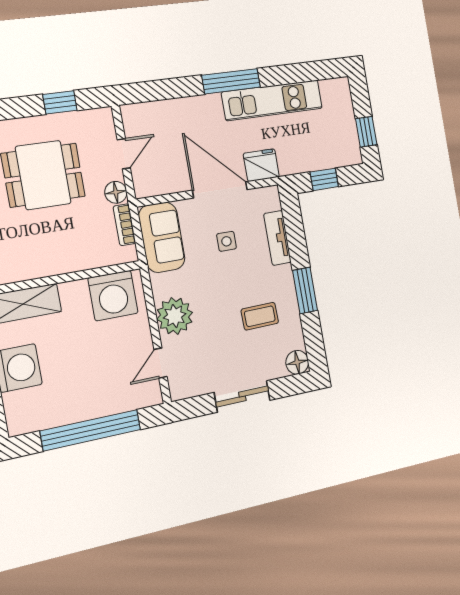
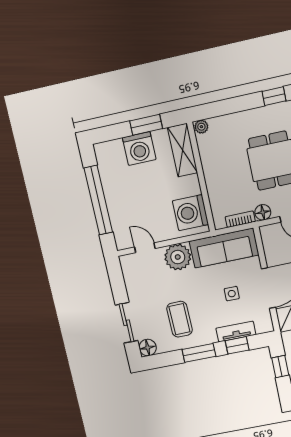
sofa: (162, 237) -> (224, 248), width x1.36
window: (296, 237) -> (237, 345), added
coffee table: (260, 316) -> (179, 319), width x1.36, depth x1.30
sliding door: (242, 396) -> (127, 323), moved

